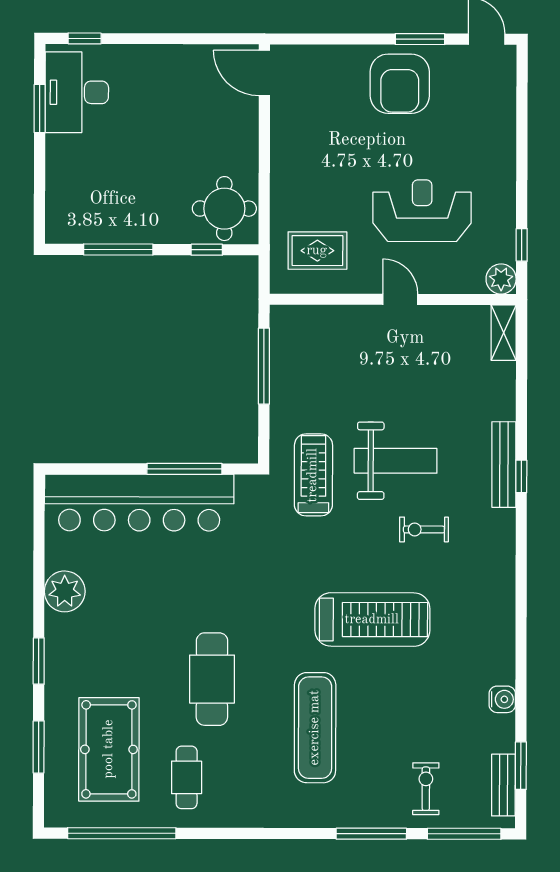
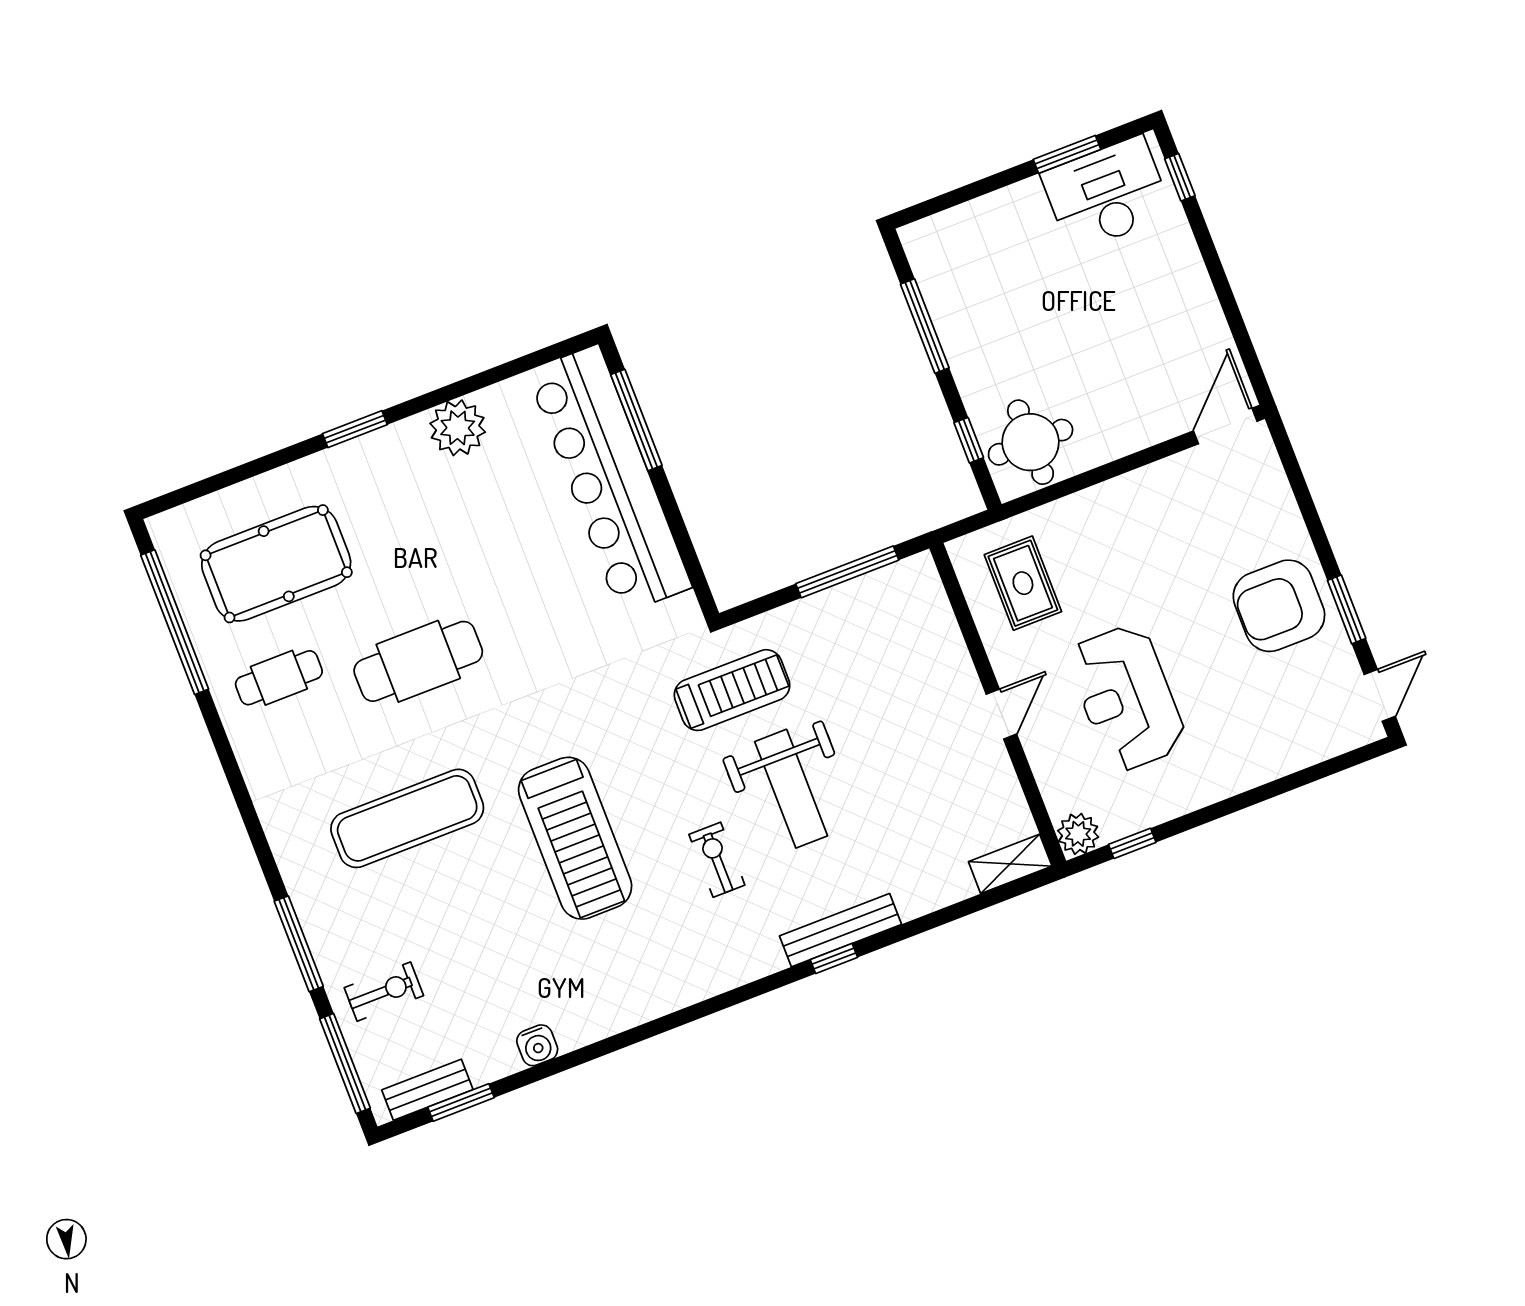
reception desk: (422, 211) -> (1127, 698), turned 180
window: (184, 469) -> (636, 420), moved
window: (39, 747) -> (244, 472), removed

